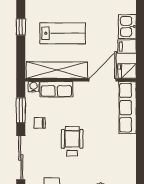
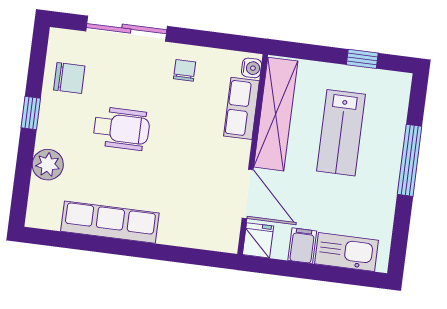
kitchen sink: (127, 26) -> (346, 252), width x1.38
row of seats: (128, 108) -> (110, 222), moved
window: (21, 110) -> (212, 40), removed
wheelchair: (72, 141) -> (122, 129), moved

